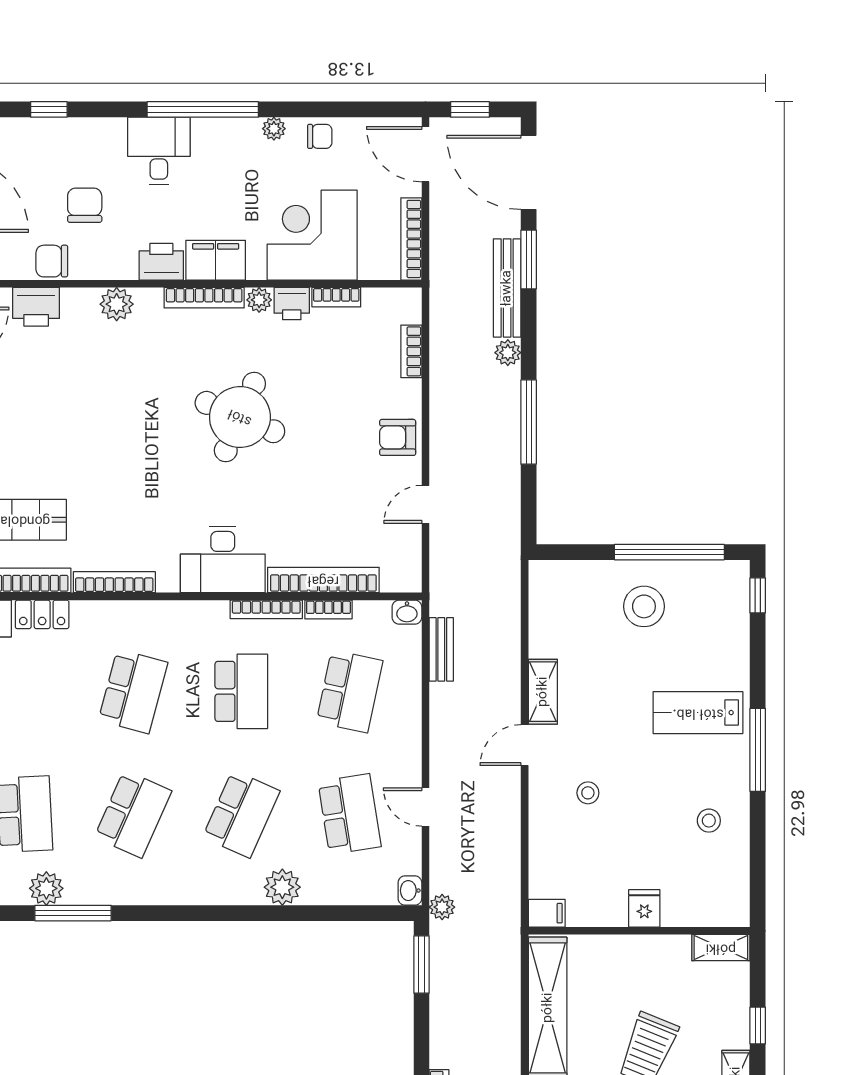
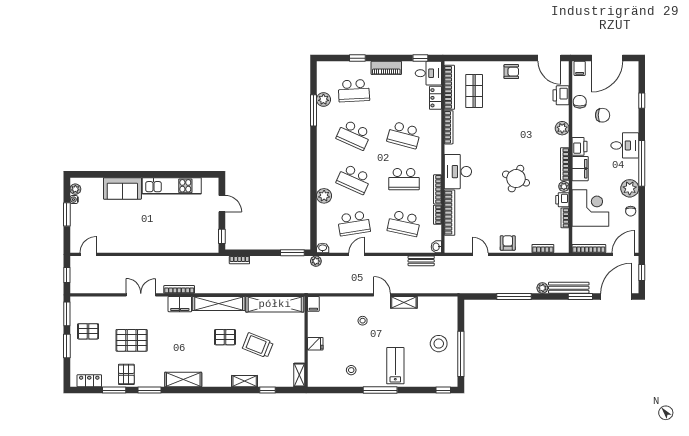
plant: (274, 129) -> (630, 188), width x1.87, depth x1.87
round table: (240, 417) -> (516, 179), width x0.73, depth x0.73

